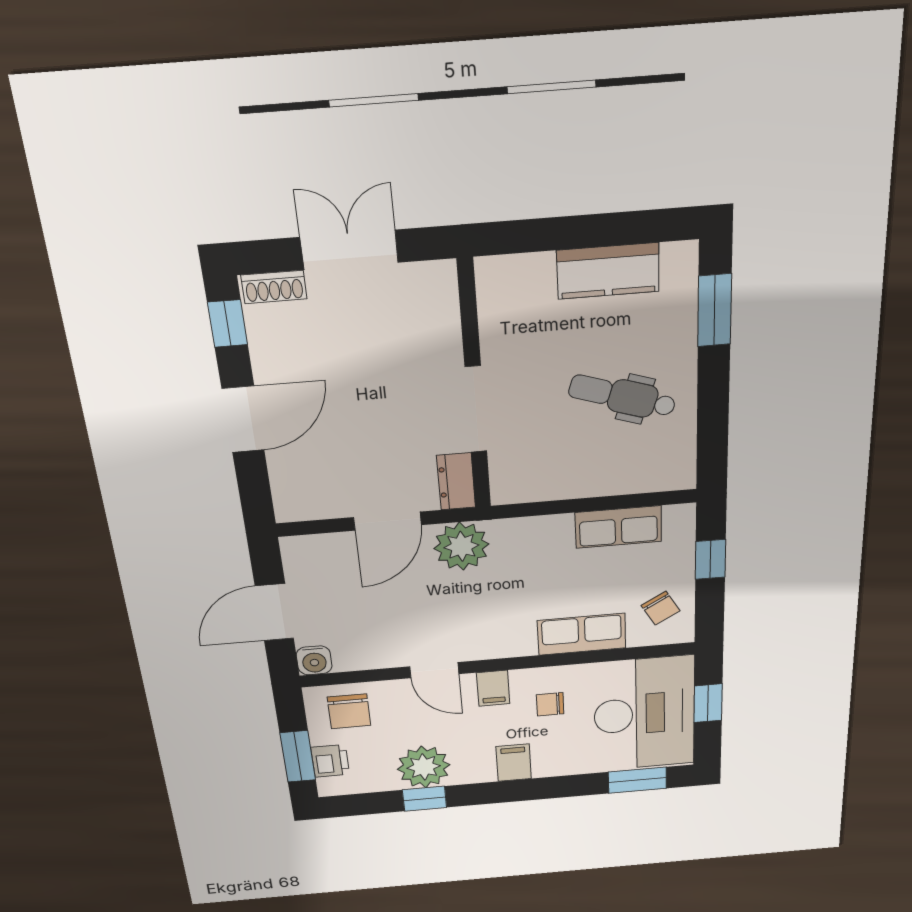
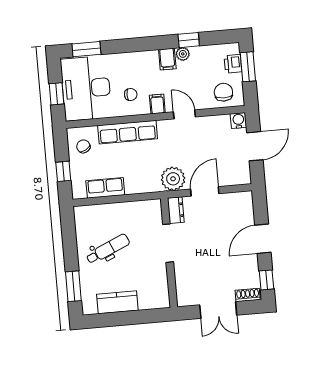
dental chair: (622, 396) -> (108, 249), turned -42
row of seats: (582, 634) -> (128, 132), width x1.48
filing cabinet: (514, 763) -> (167, 59), moved
plant: (424, 767) -> (183, 54), width x0.53, depth x0.53

